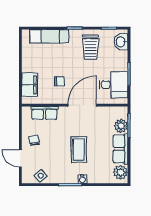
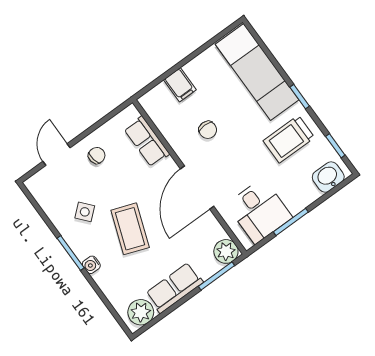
exam couch: (49, 36) -> (257, 72), width x1.36, depth x1.45
filing cabinet: (30, 85) -> (180, 85), width x0.50
door: (82, 105) -> (197, 188), swing flipped
plant: (121, 126) -> (226, 251), moved
coffee table: (79, 150) -> (130, 229), turned -70
side table: (41, 176) -> (85, 212), moved

